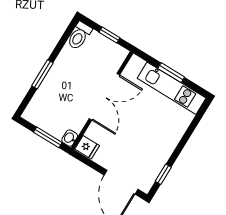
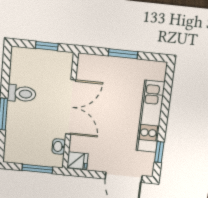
toilet: (79, 36) -> (22, 94), moved, turned -90
kitchen unit: (172, 88) -> (150, 117), moved, turned 90
washbasin: (70, 138) -> (59, 147), moved

